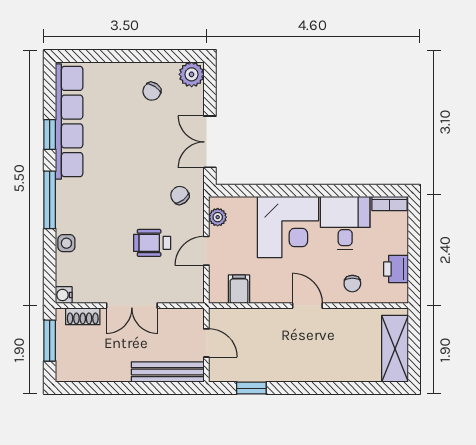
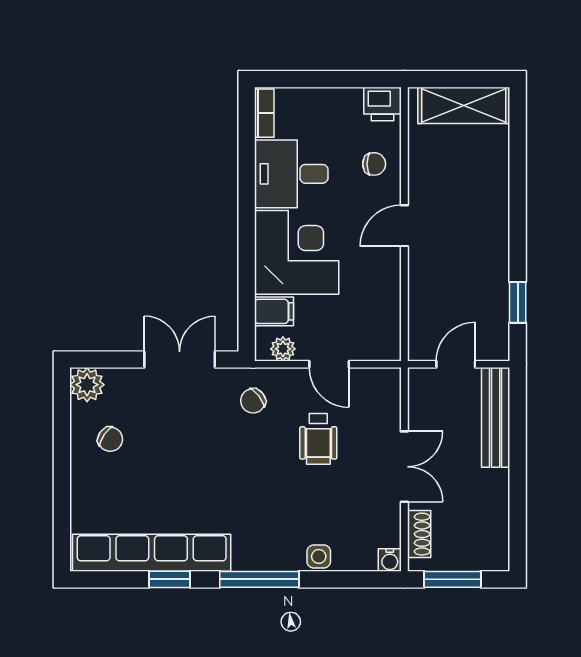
double door: (210, 142) -> (180, 360), swing flipped
printer: (396, 269) -> (383, 104), moved
filing cabinet: (239, 289) -> (274, 311), moved, turned 180

